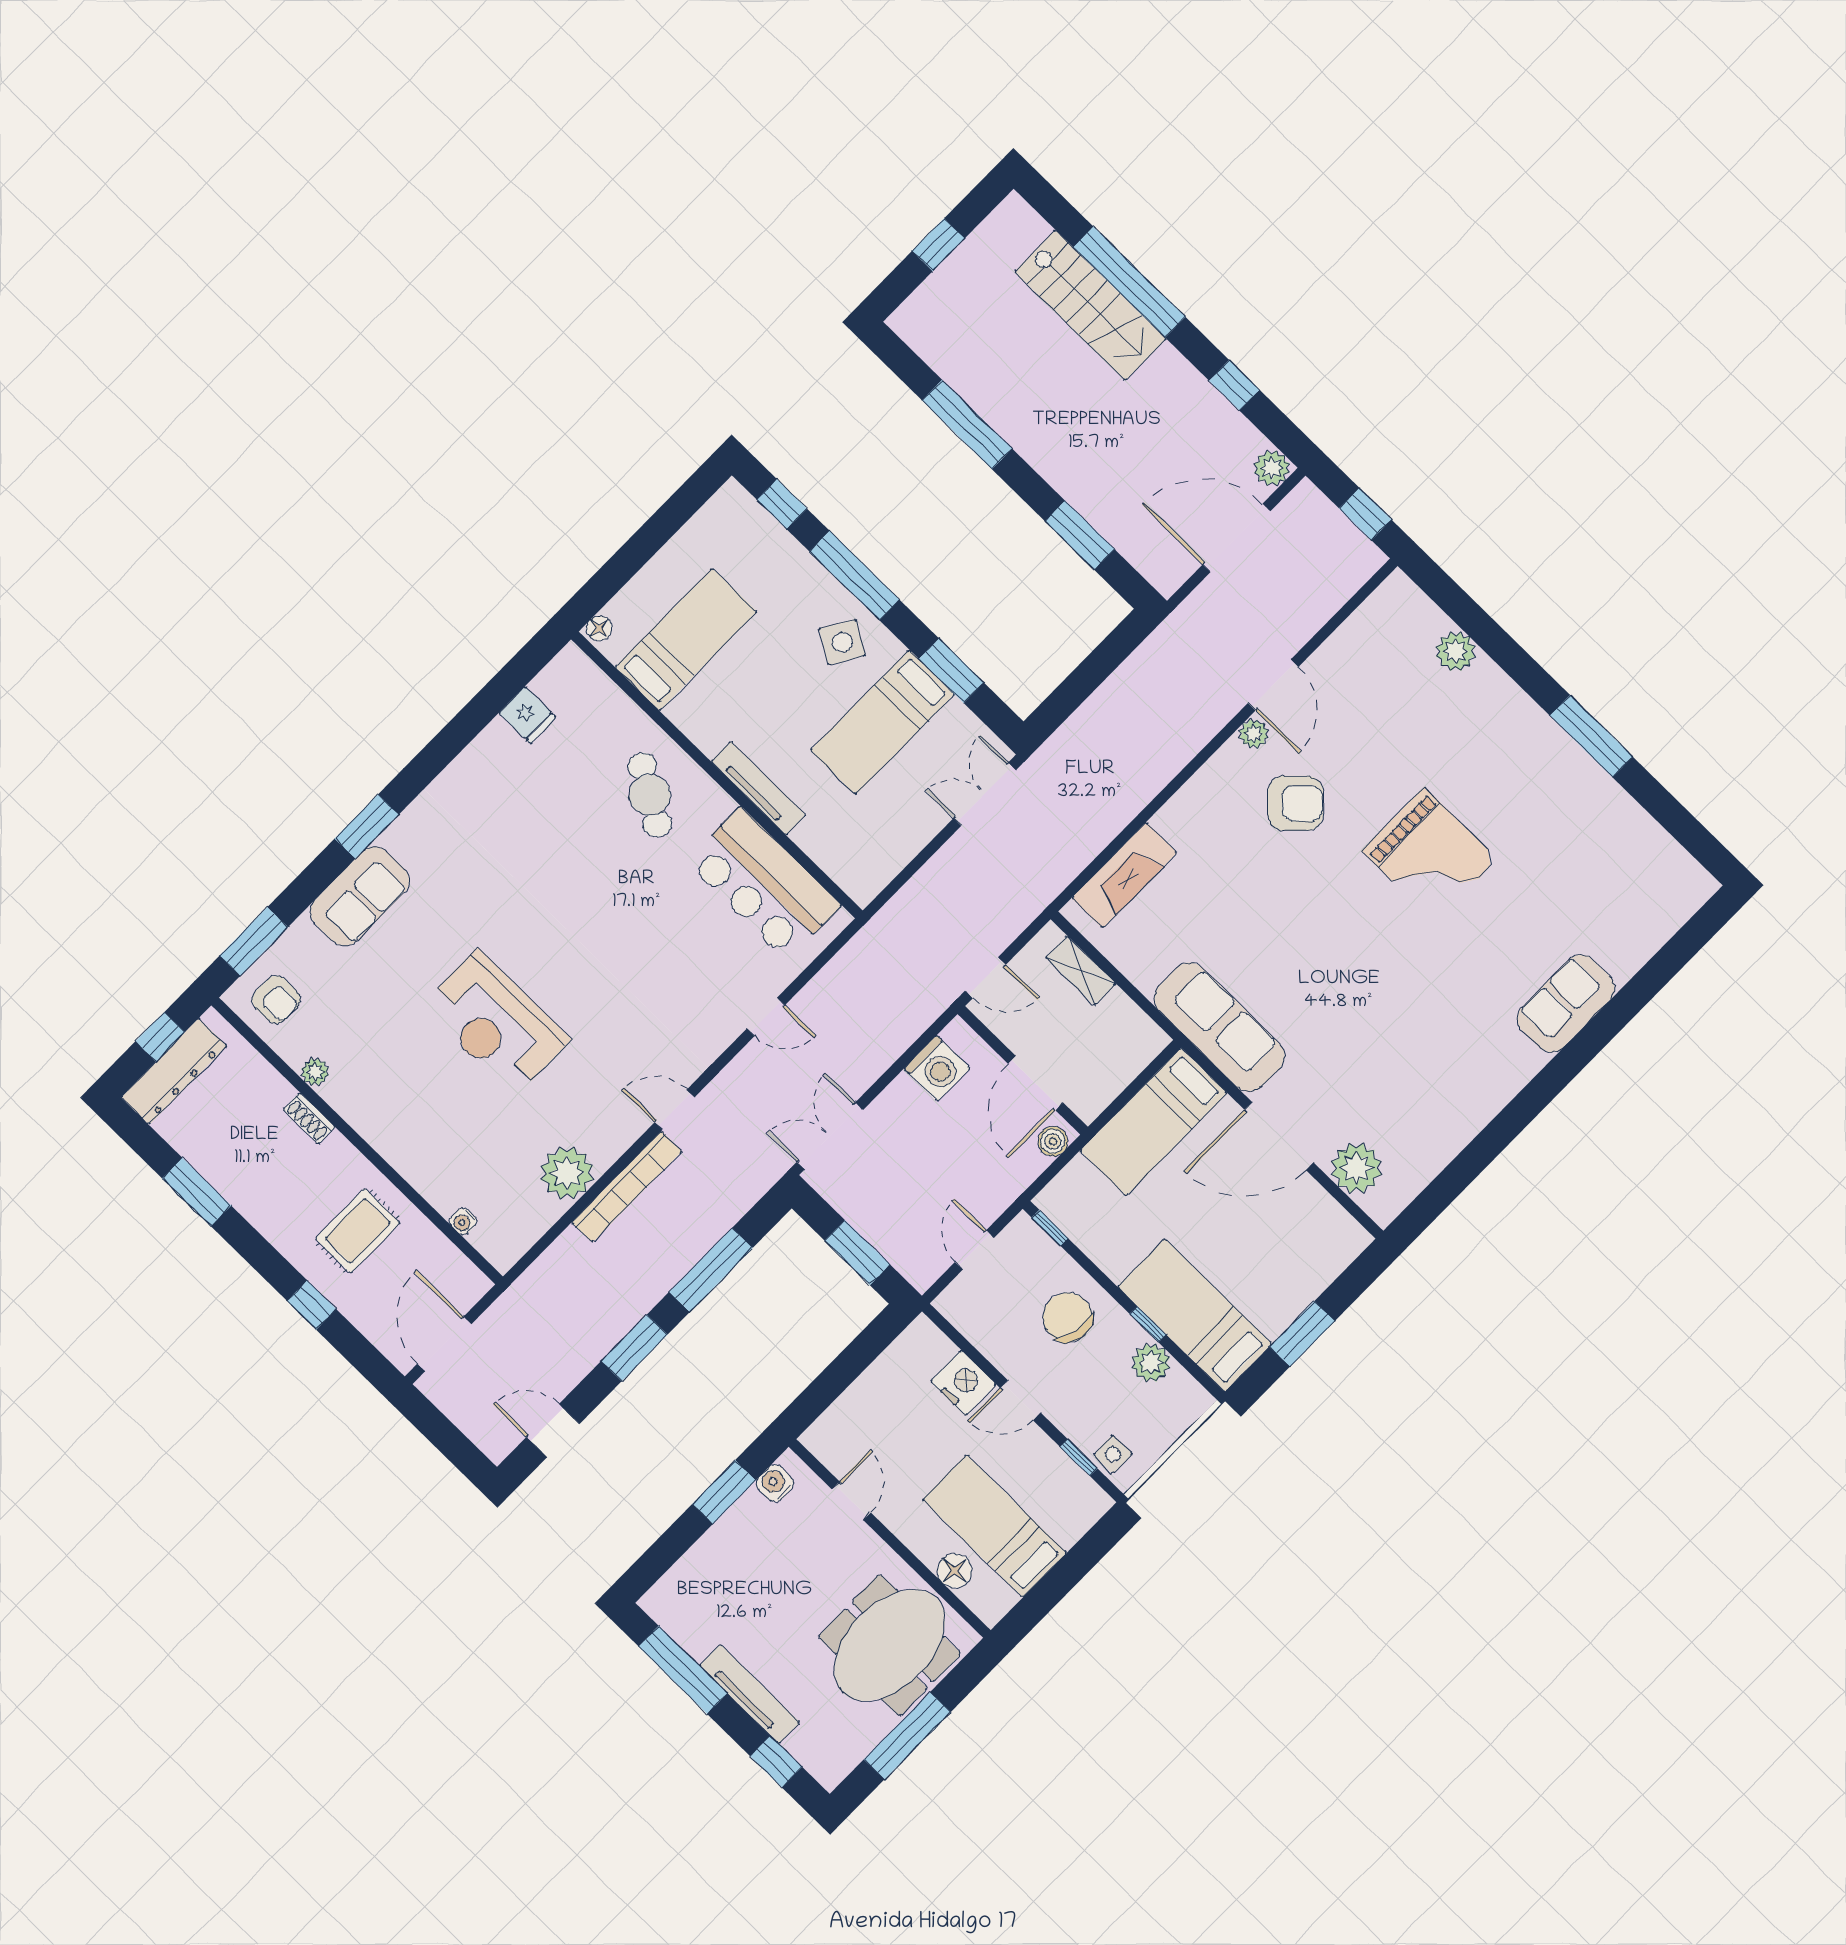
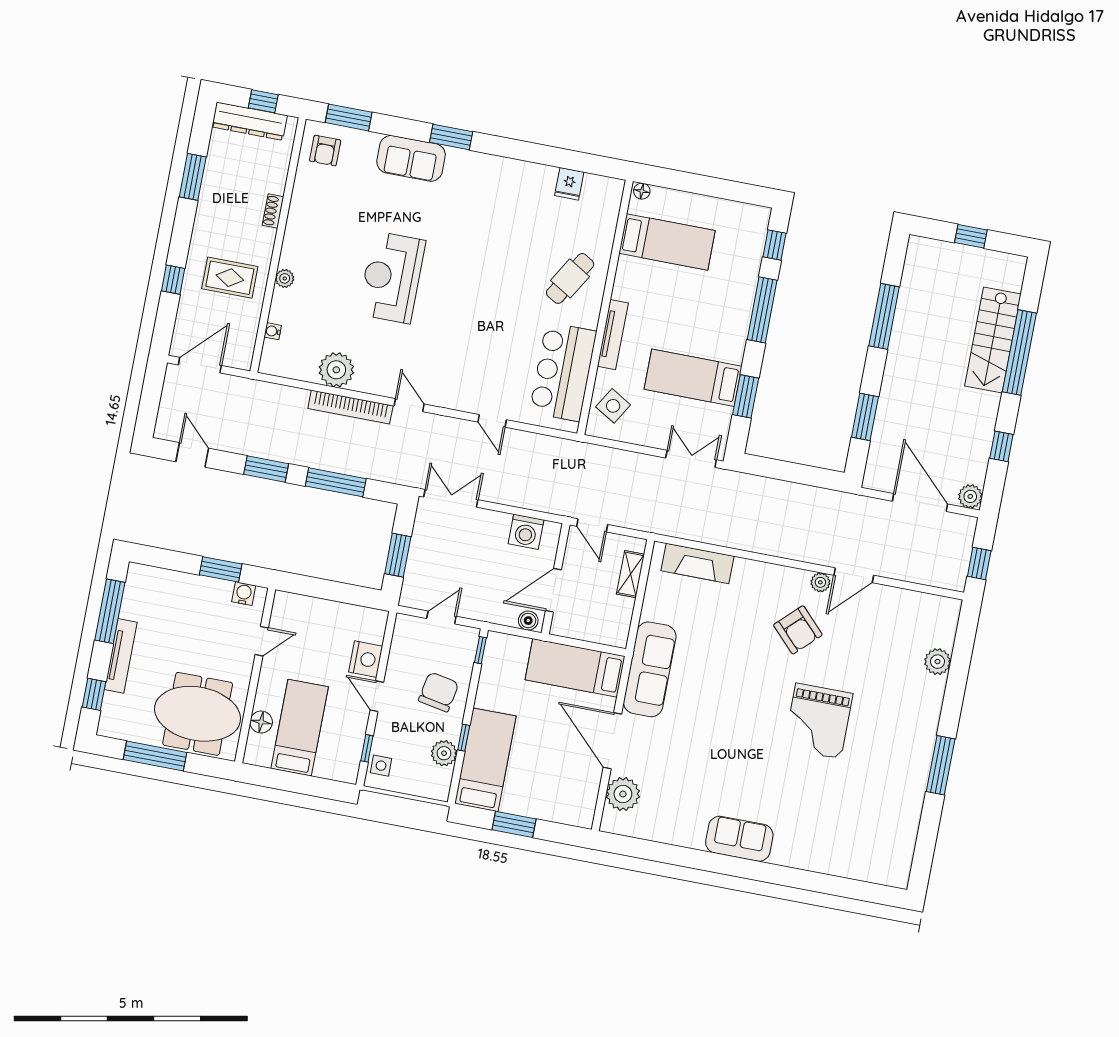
side table: (842, 642) -> (613, 406), moved
sofa: (1566, 1004) -> (739, 839), moved
plant: (315, 1072) -> (285, 278), moved

